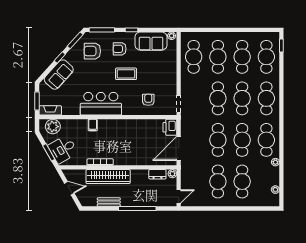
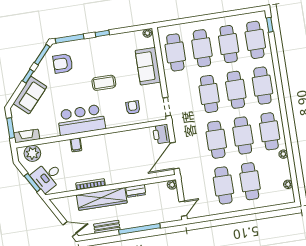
sofa: (151, 41) -> (148, 66), moved, turned 90
armchair: (120, 49) -> (92, 56), removed
dresser: (157, 174) -> (136, 191), moved
door: (69, 188) -> (70, 229), moved

